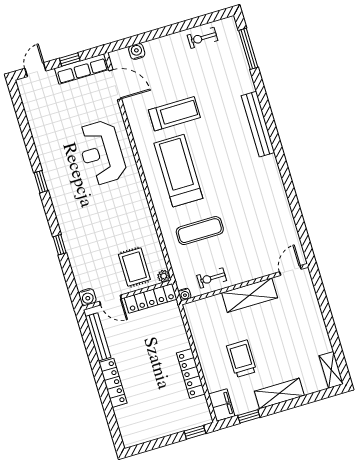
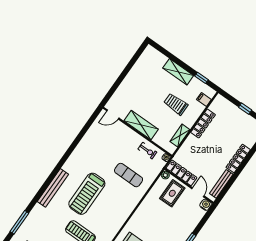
treadmill: (178, 171) -> (87, 194), moved
trolley: (242, 359) -> (176, 104), turned 90
shelving: (331, 370) -> (180, 136), moved
filing cabinet: (222, 405) -> (204, 99), width x0.50
window: (195, 432) -> (245, 109), moved

